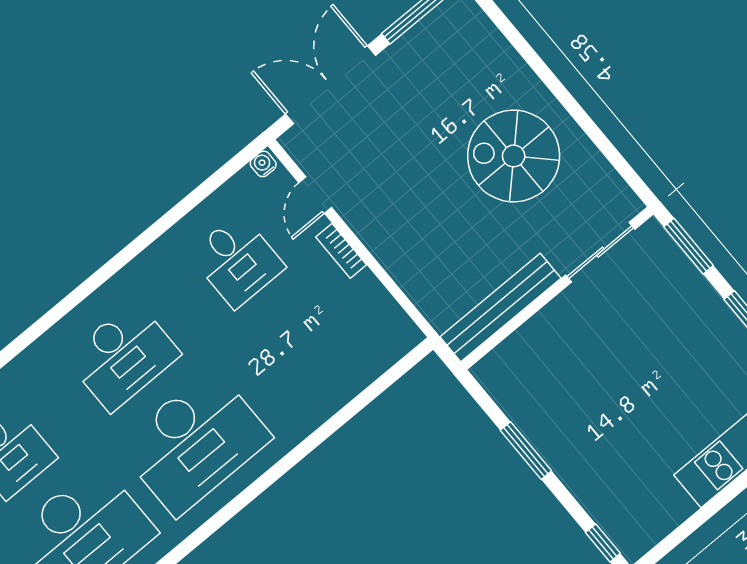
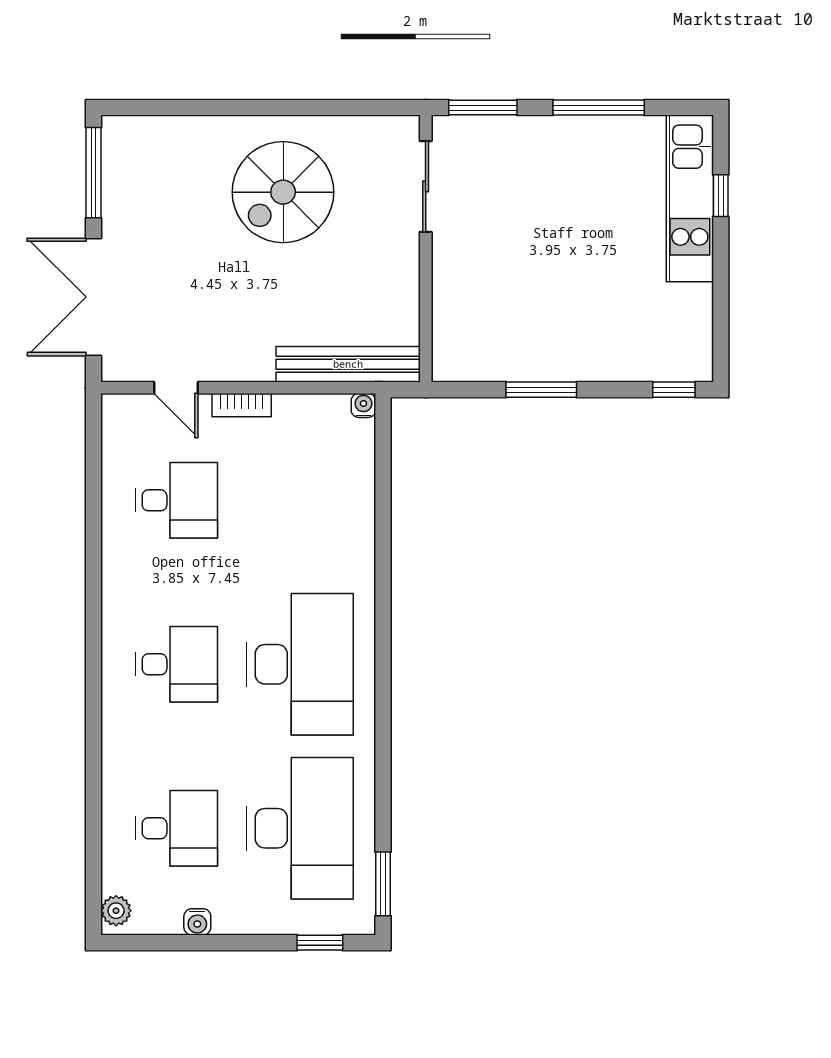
water cooler: (263, 164) -> (363, 405), moved, turned 90
bench: (501, 308) -> (348, 364), moved, turned 90
desk: (123, 356) -> (177, 664), width x0.73

